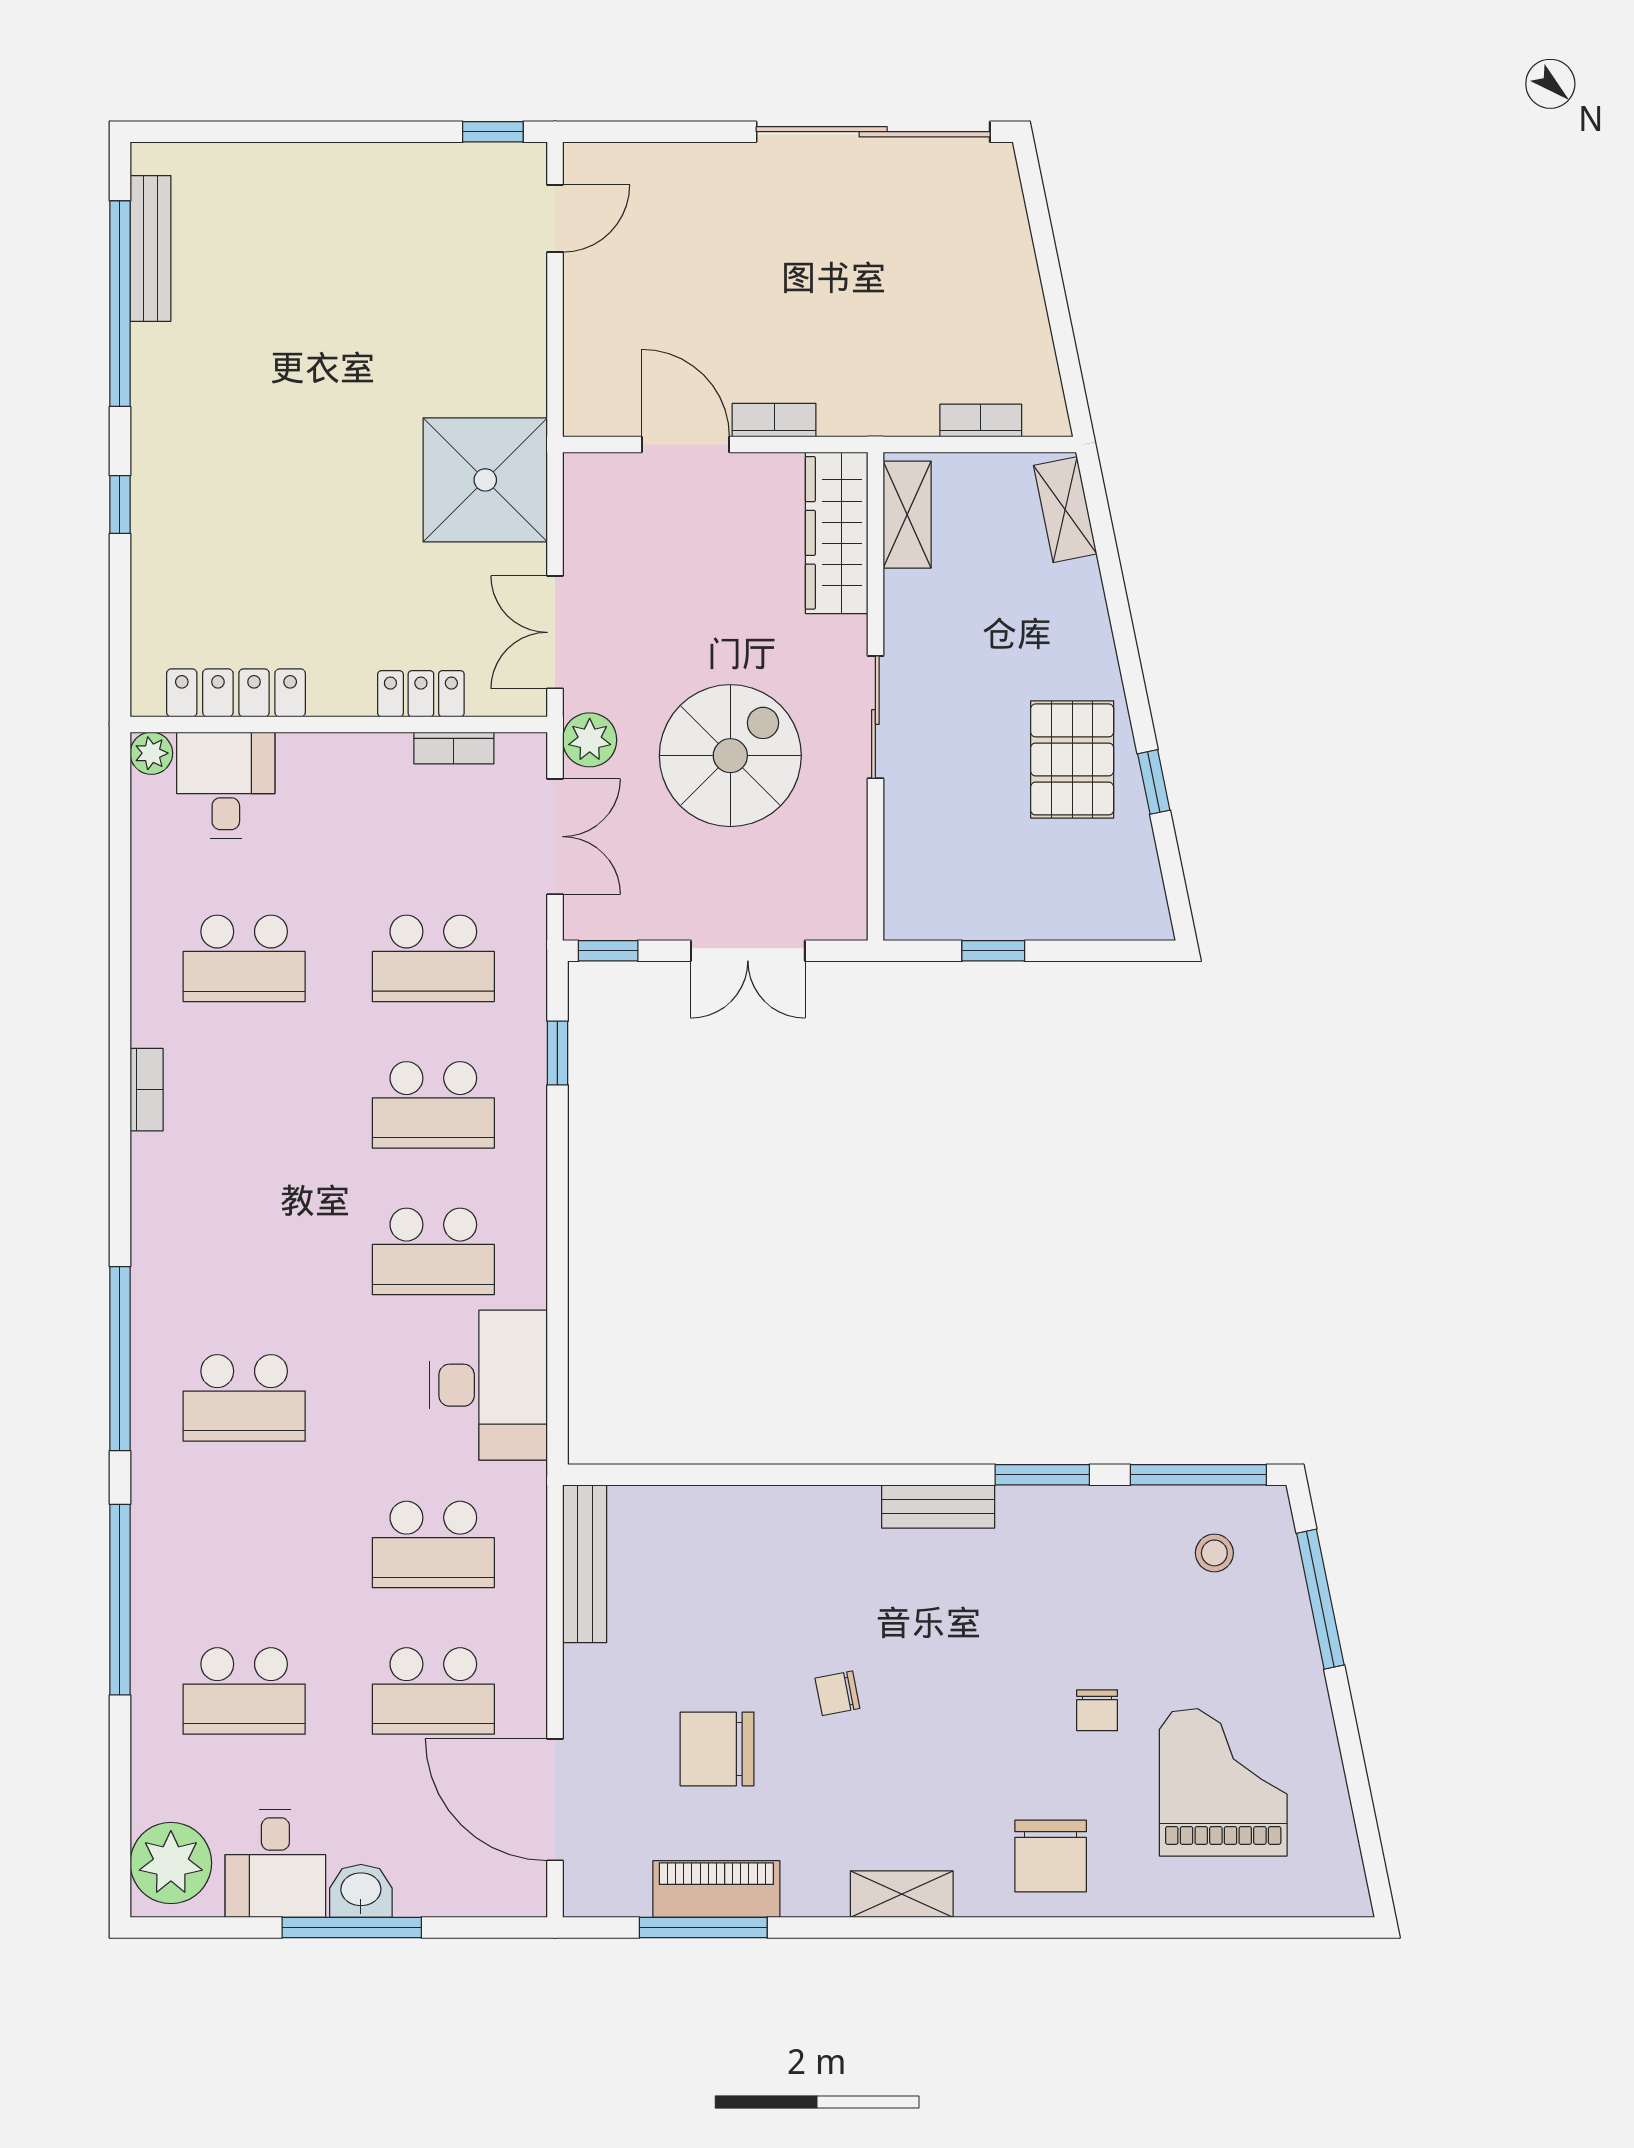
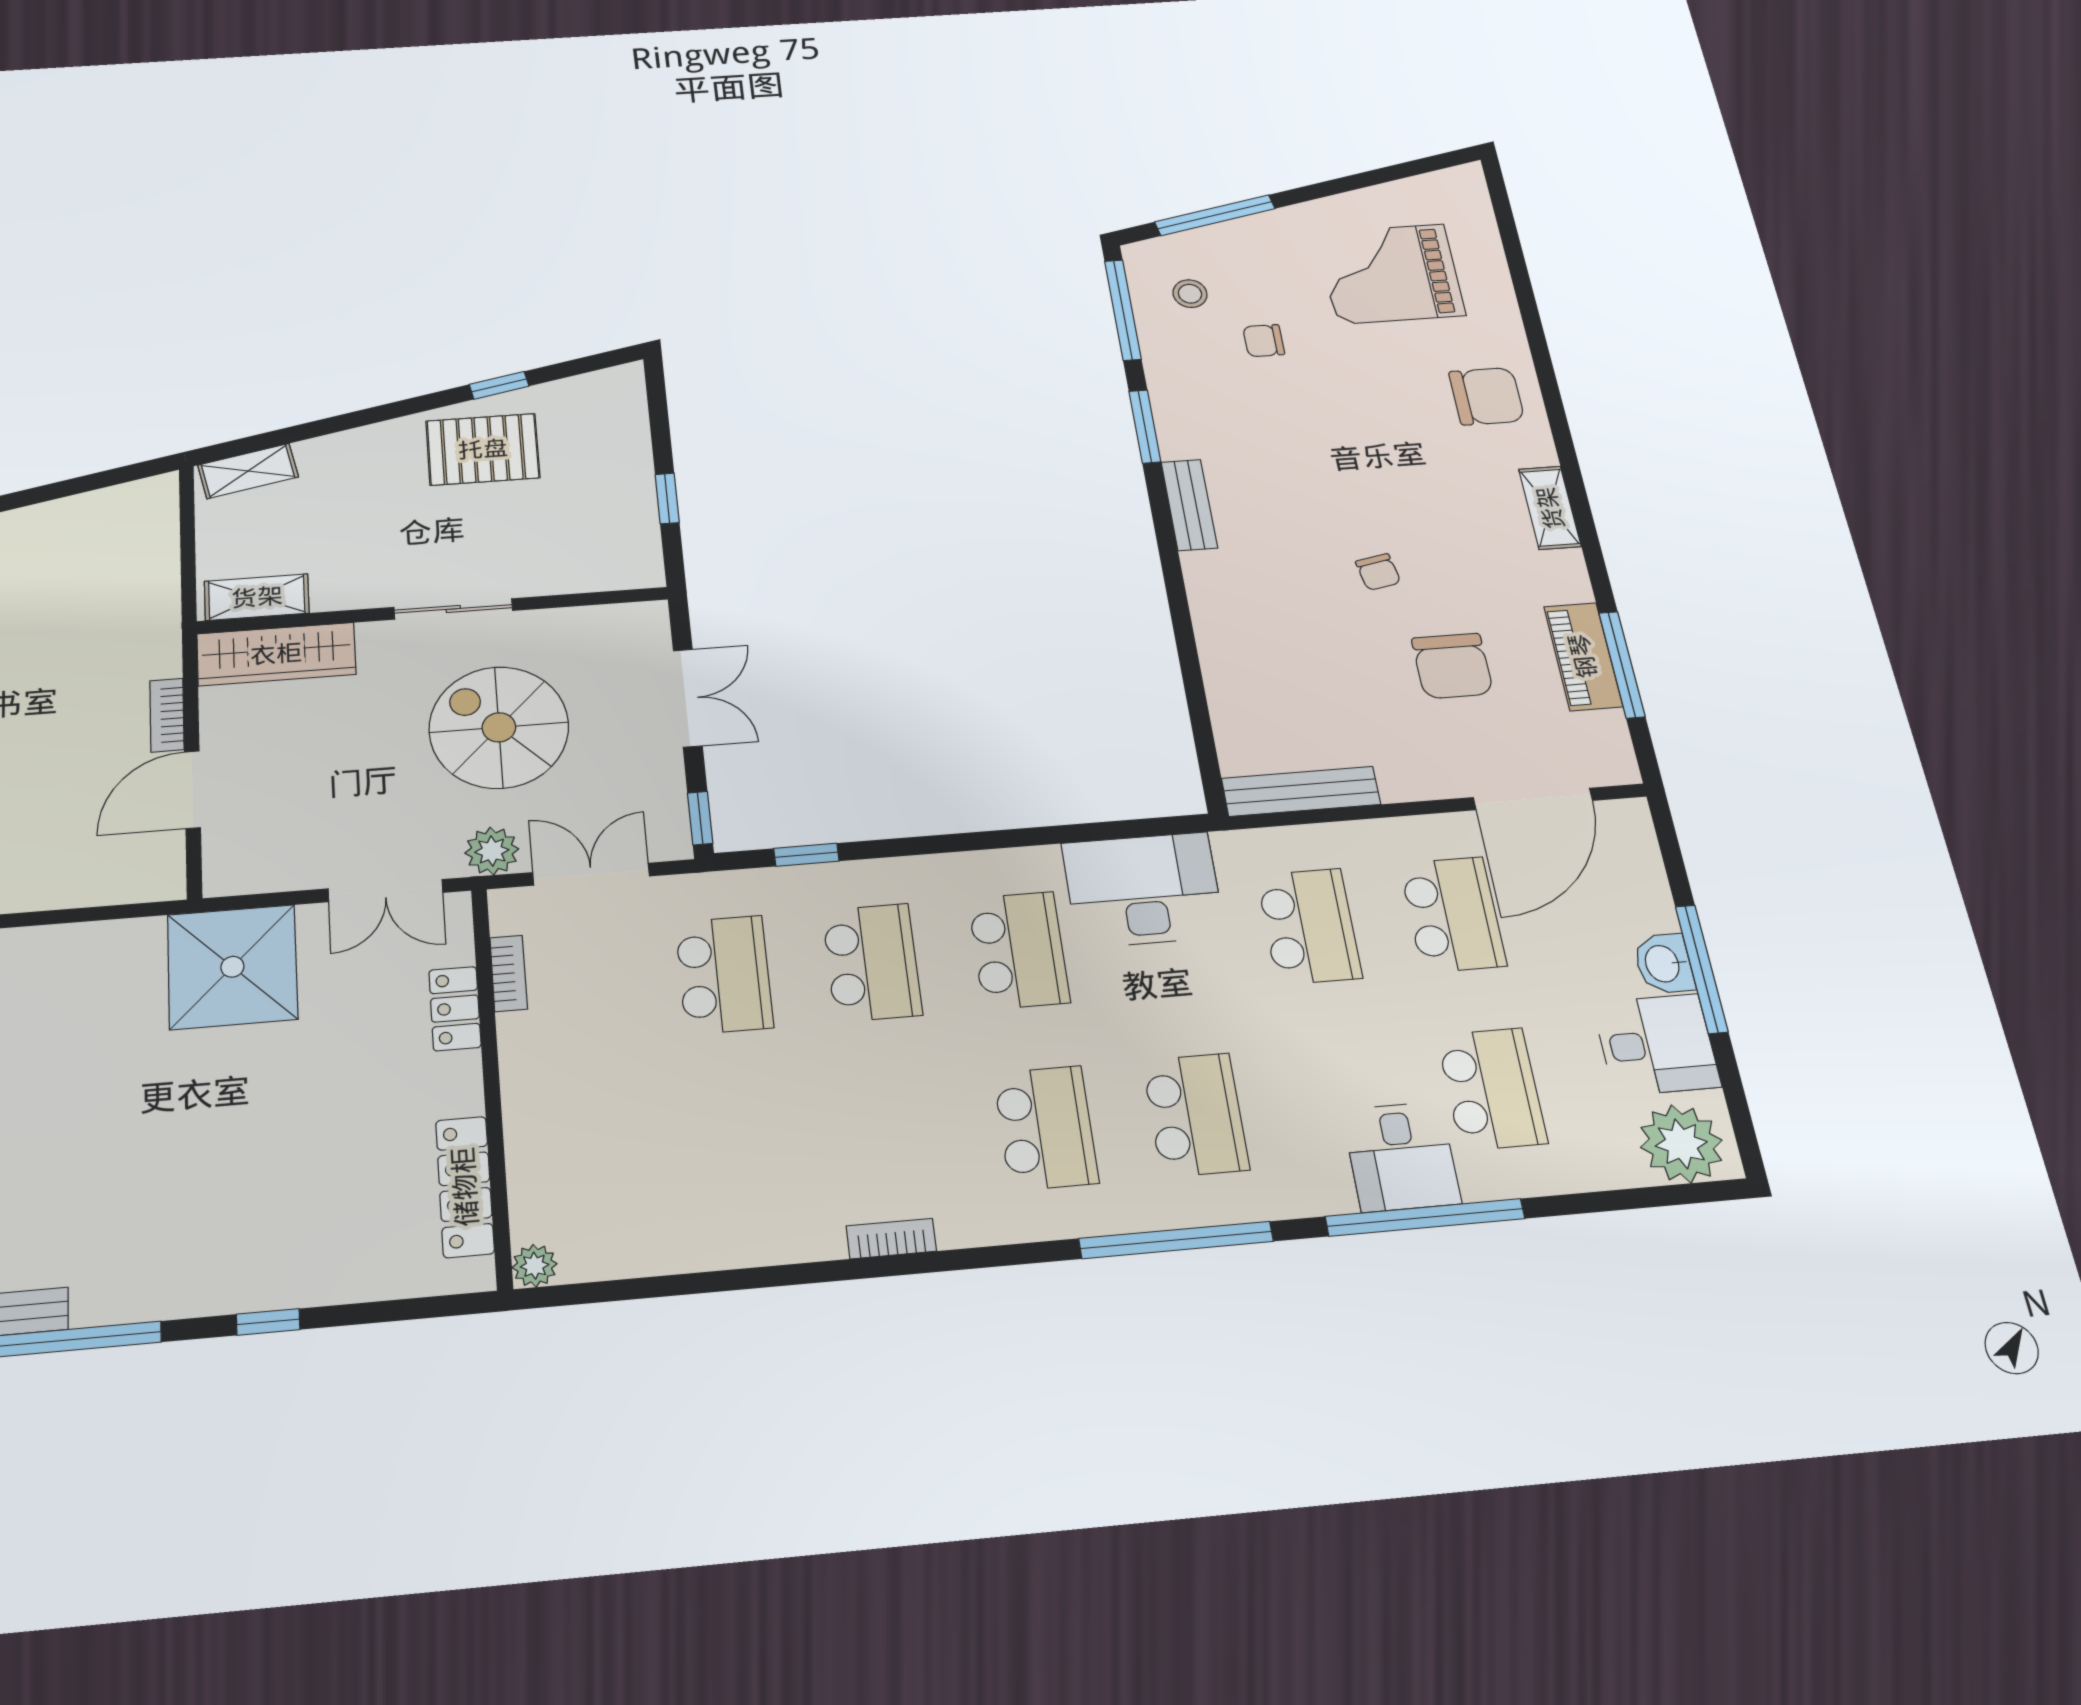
bookcase: (981, 421) -> (165, 544), removed
desk: (226, 785) -> (1401, 1157), moved, turned -90
school desk: (244, 958) -> (1046, 1128), moved
chair: (1097, 1710) -> (1264, 341), moved, turned 180

